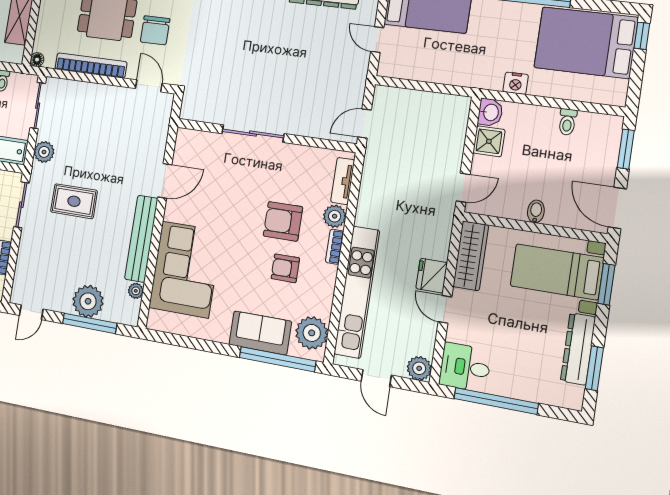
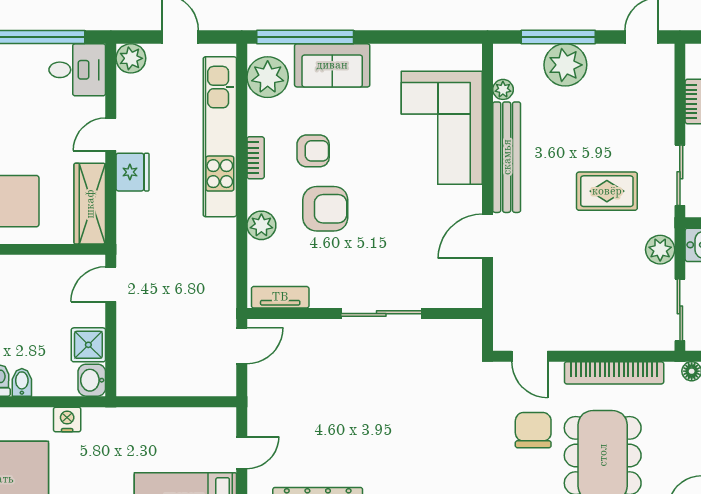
door: (377, 40) -> (242, 453), hinge flipped
tv unit: (343, 181) -> (280, 297), moved, turned -90
bidet: (536, 211) -> (22, 382), moved, turned 180
bookcase: (335, 247) -> (256, 158), moved
door: (445, 309) -> (111, 134), swing flipped

